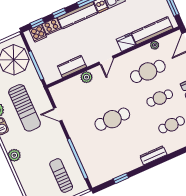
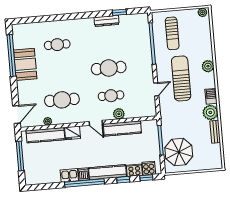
door: (106, 60) -> (96, 123), swing flipped
kitchen counter: (72, 66) -> (122, 128), width x1.50
cafe table: (160, 98) -> (111, 96), moved
sun lounger: (25, 108) -> (181, 78), moved
door: (58, 114) -> (156, 89), hinge flipped
dresser: (153, 155) -> (107, 21), moved

